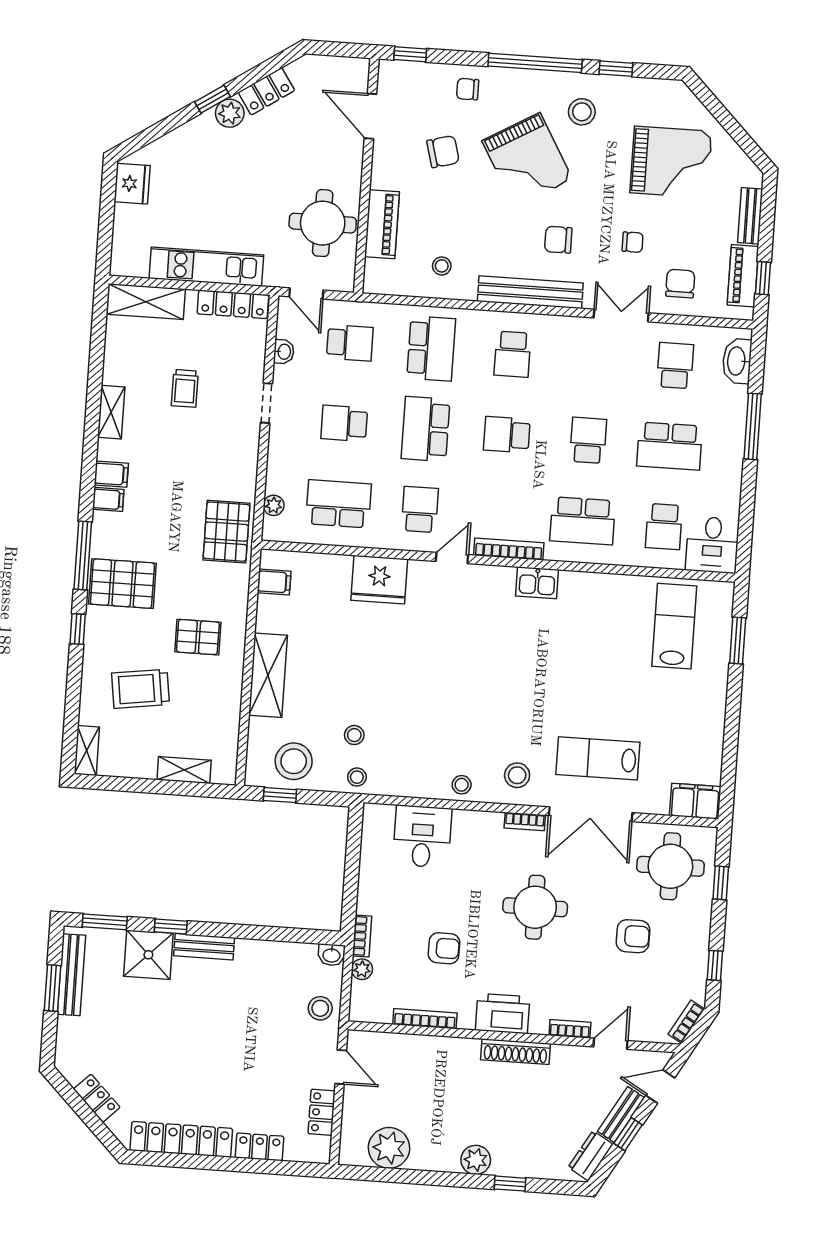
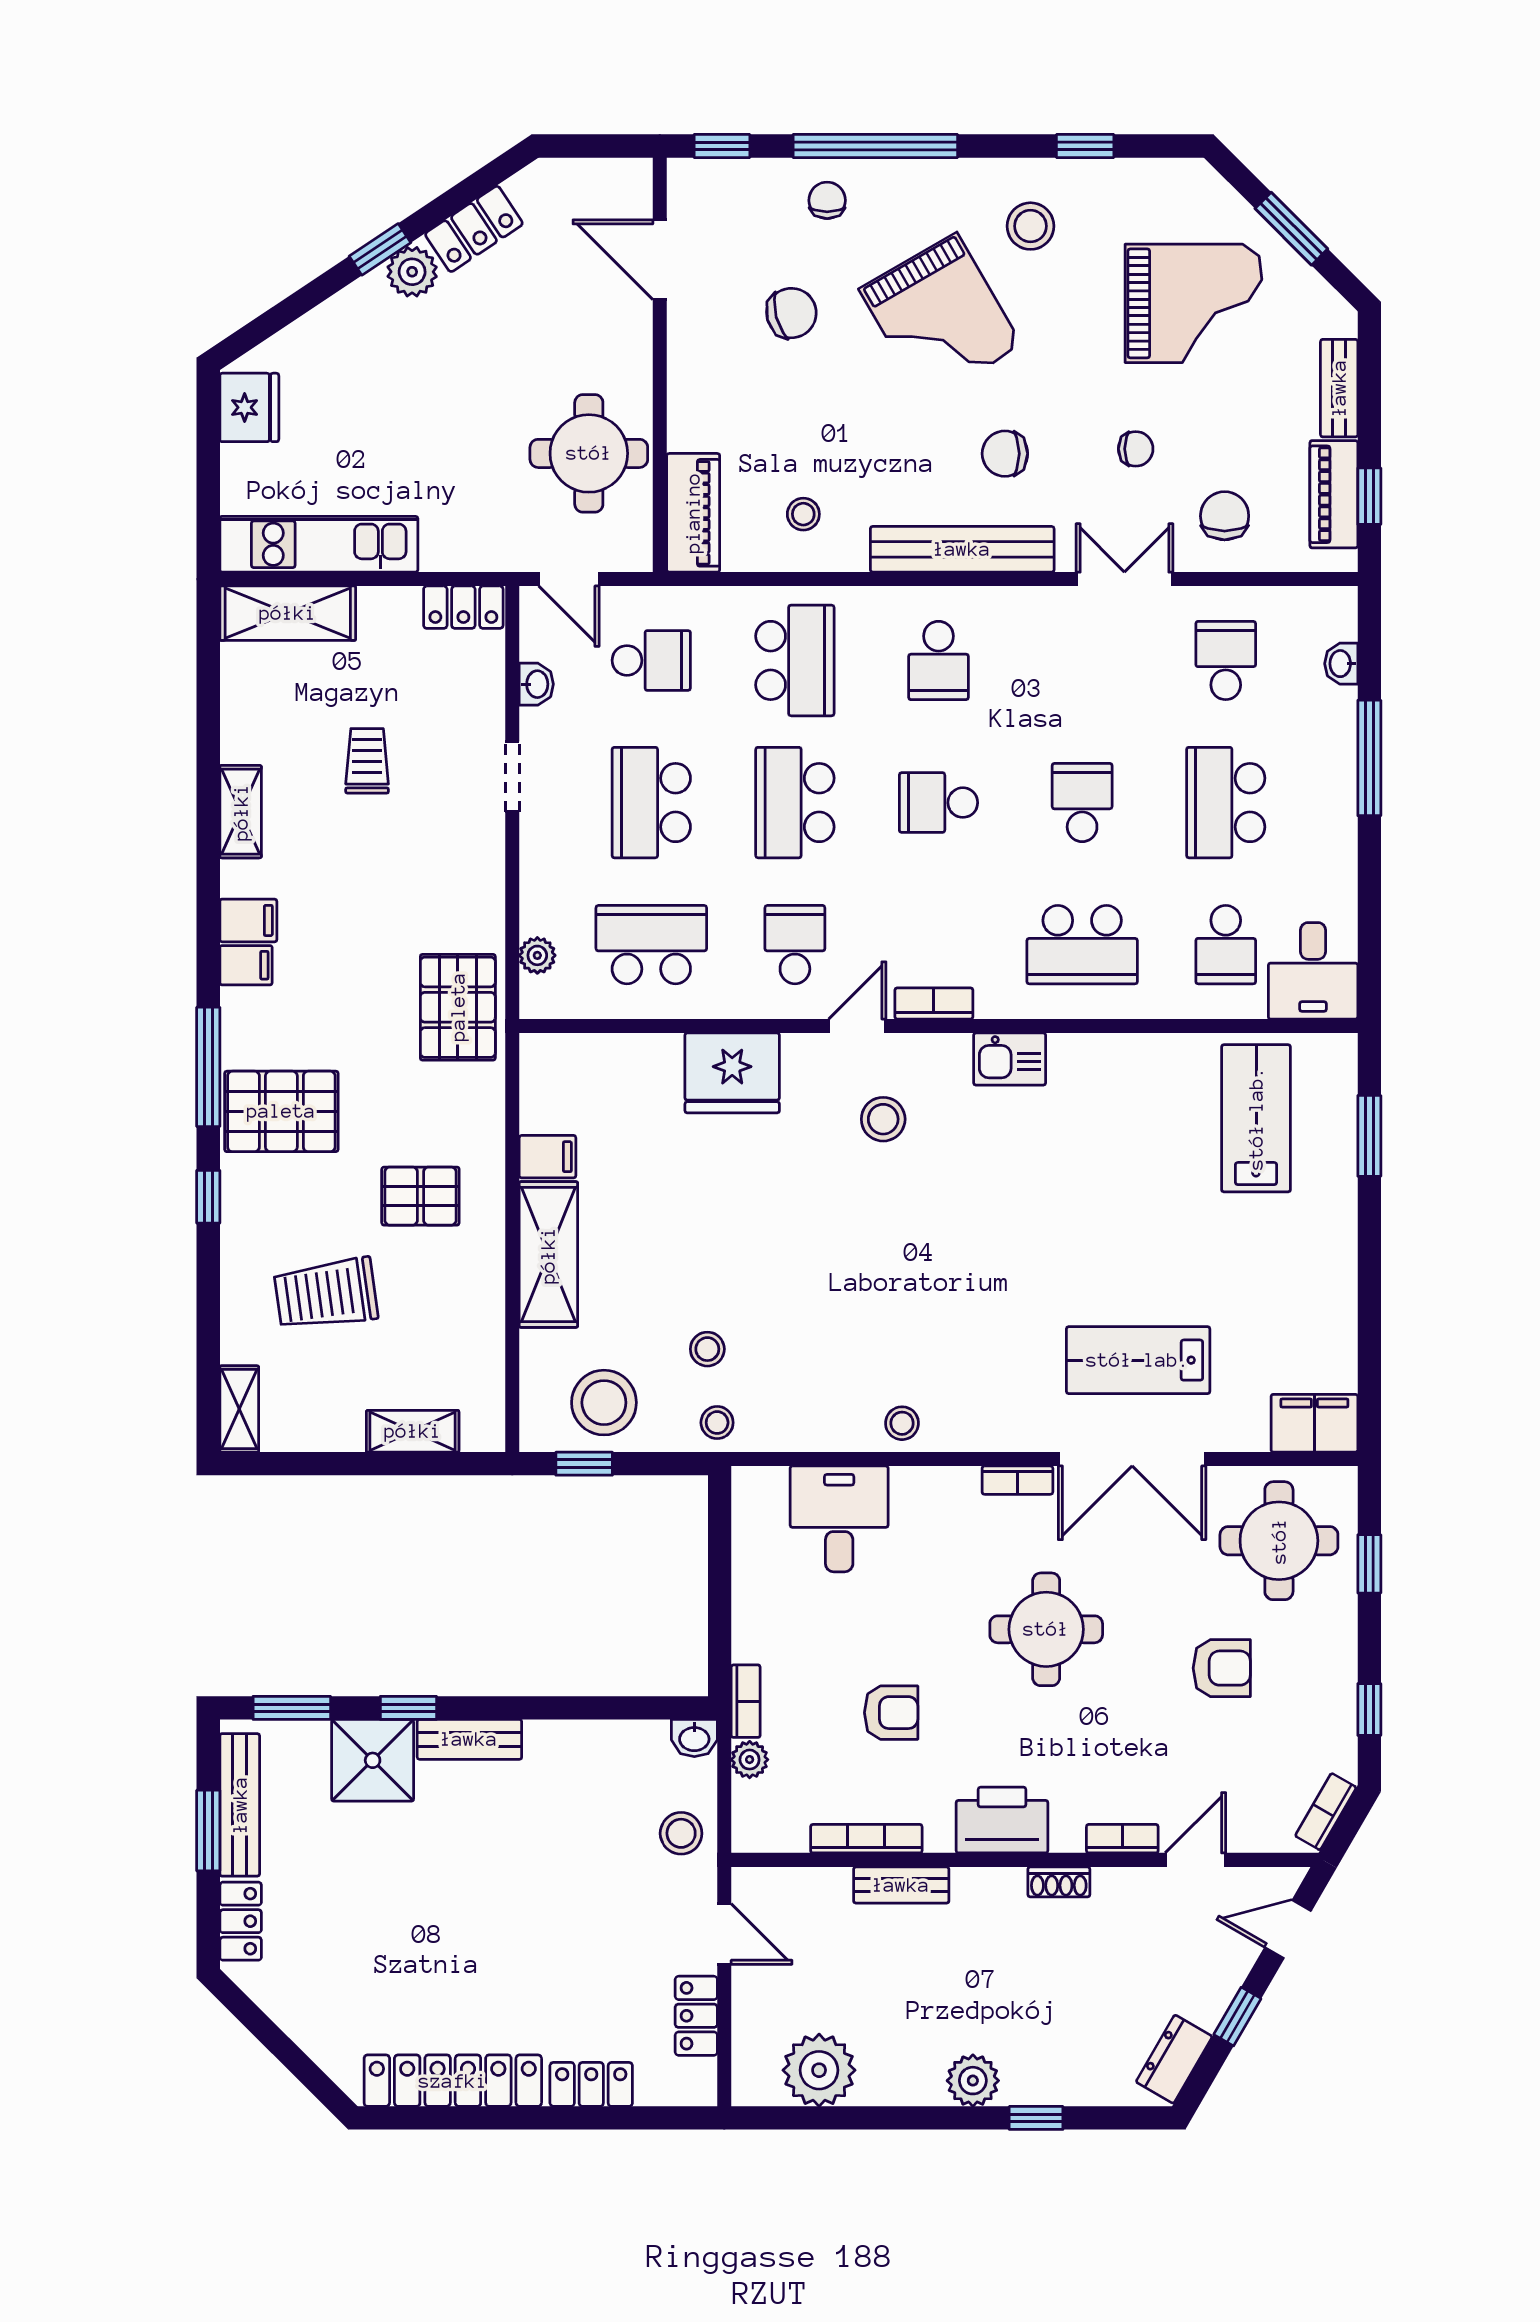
window: (535, 63) -> (875, 146), moved
chair: (468, 89) -> (827, 200), turned 90
window: (729, 124) -> (1291, 229), added
piano: (382, 224) -> (693, 513), moved
kitchen unit: (206, 267) -> (319, 544), moved
locker: (233, 304) -> (463, 607), width x0.66
washbasin: (737, 361) -> (1341, 664), width x0.52, depth x0.69
trolley: (185, 388) -> (367, 761), turned 180
school desk: (344, 423) -> (651, 803), width x1.85
school desk: (670, 446) -> (1226, 803), turned 90
bookcase: (509, 549) -> (934, 1003), width x0.64
filing cabinet: (274, 582) -> (548, 1157), moved
stool: (517, 775) -> (883, 1119), moved
shoe rack: (516, 1052) -> (1059, 1882), width x0.51, depth x0.81
locker: (97, 1098) -> (241, 1921), moved, turned 45
bench: (621, 1114) -> (901, 1885), moved, turned 60

